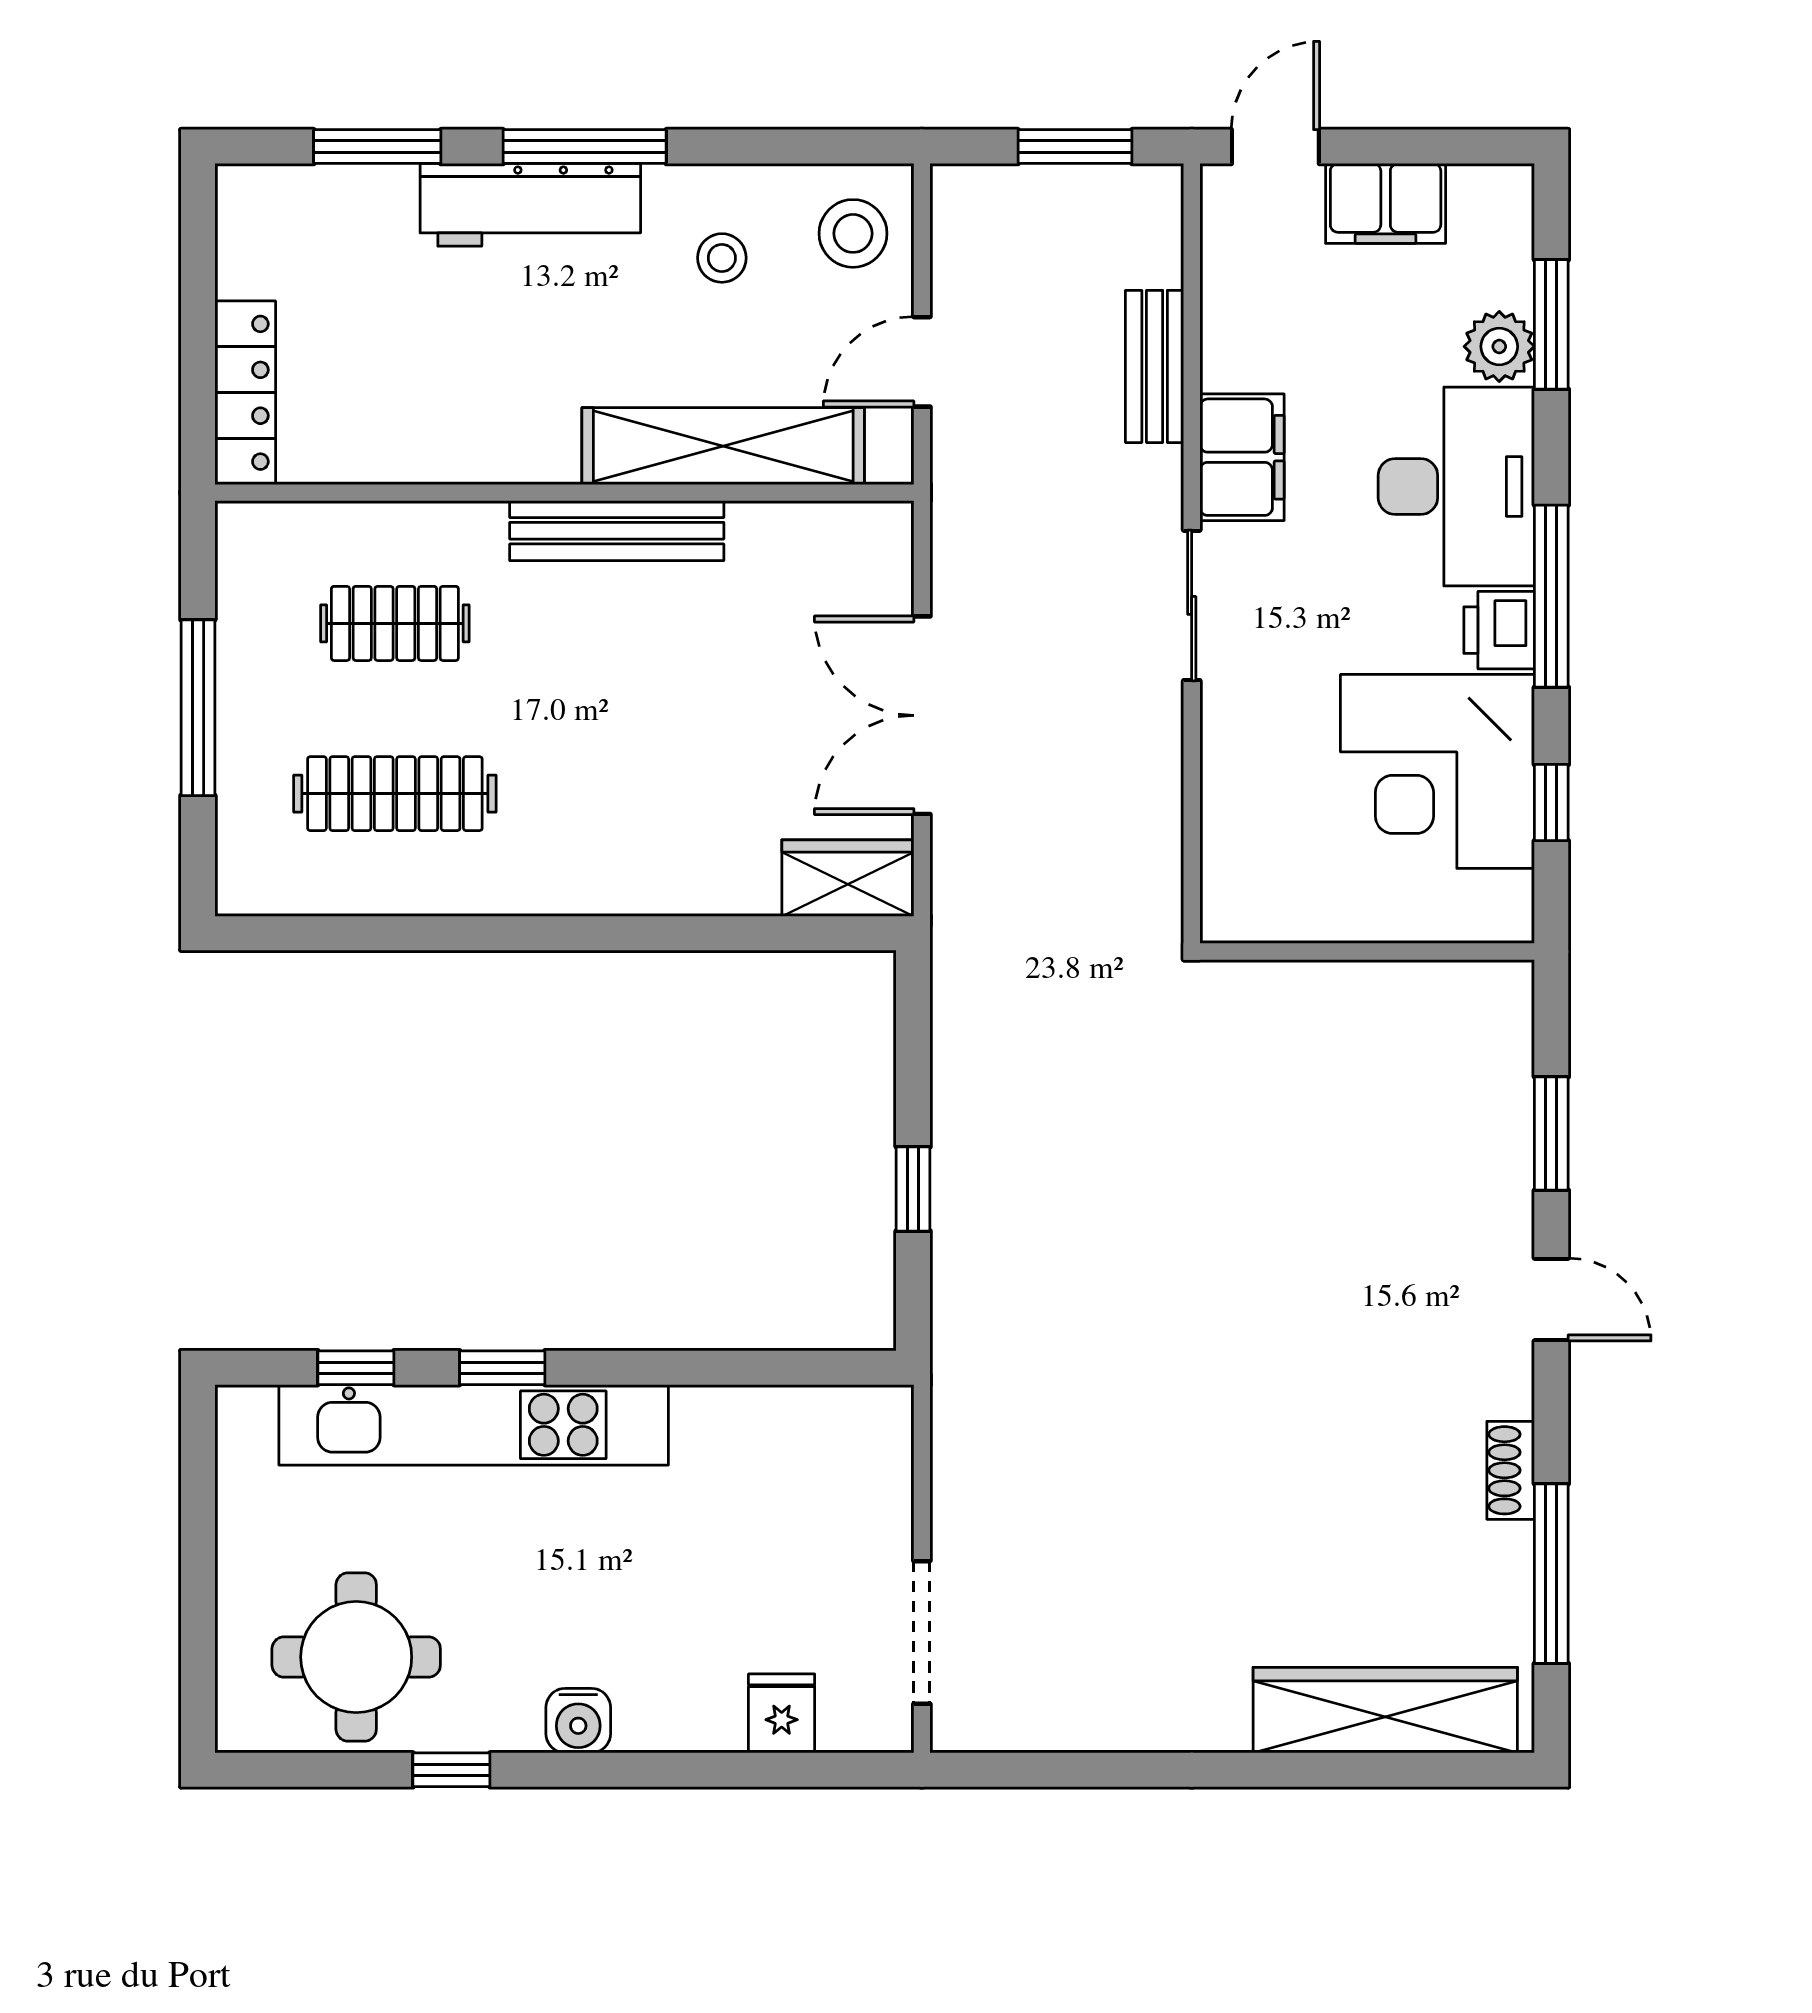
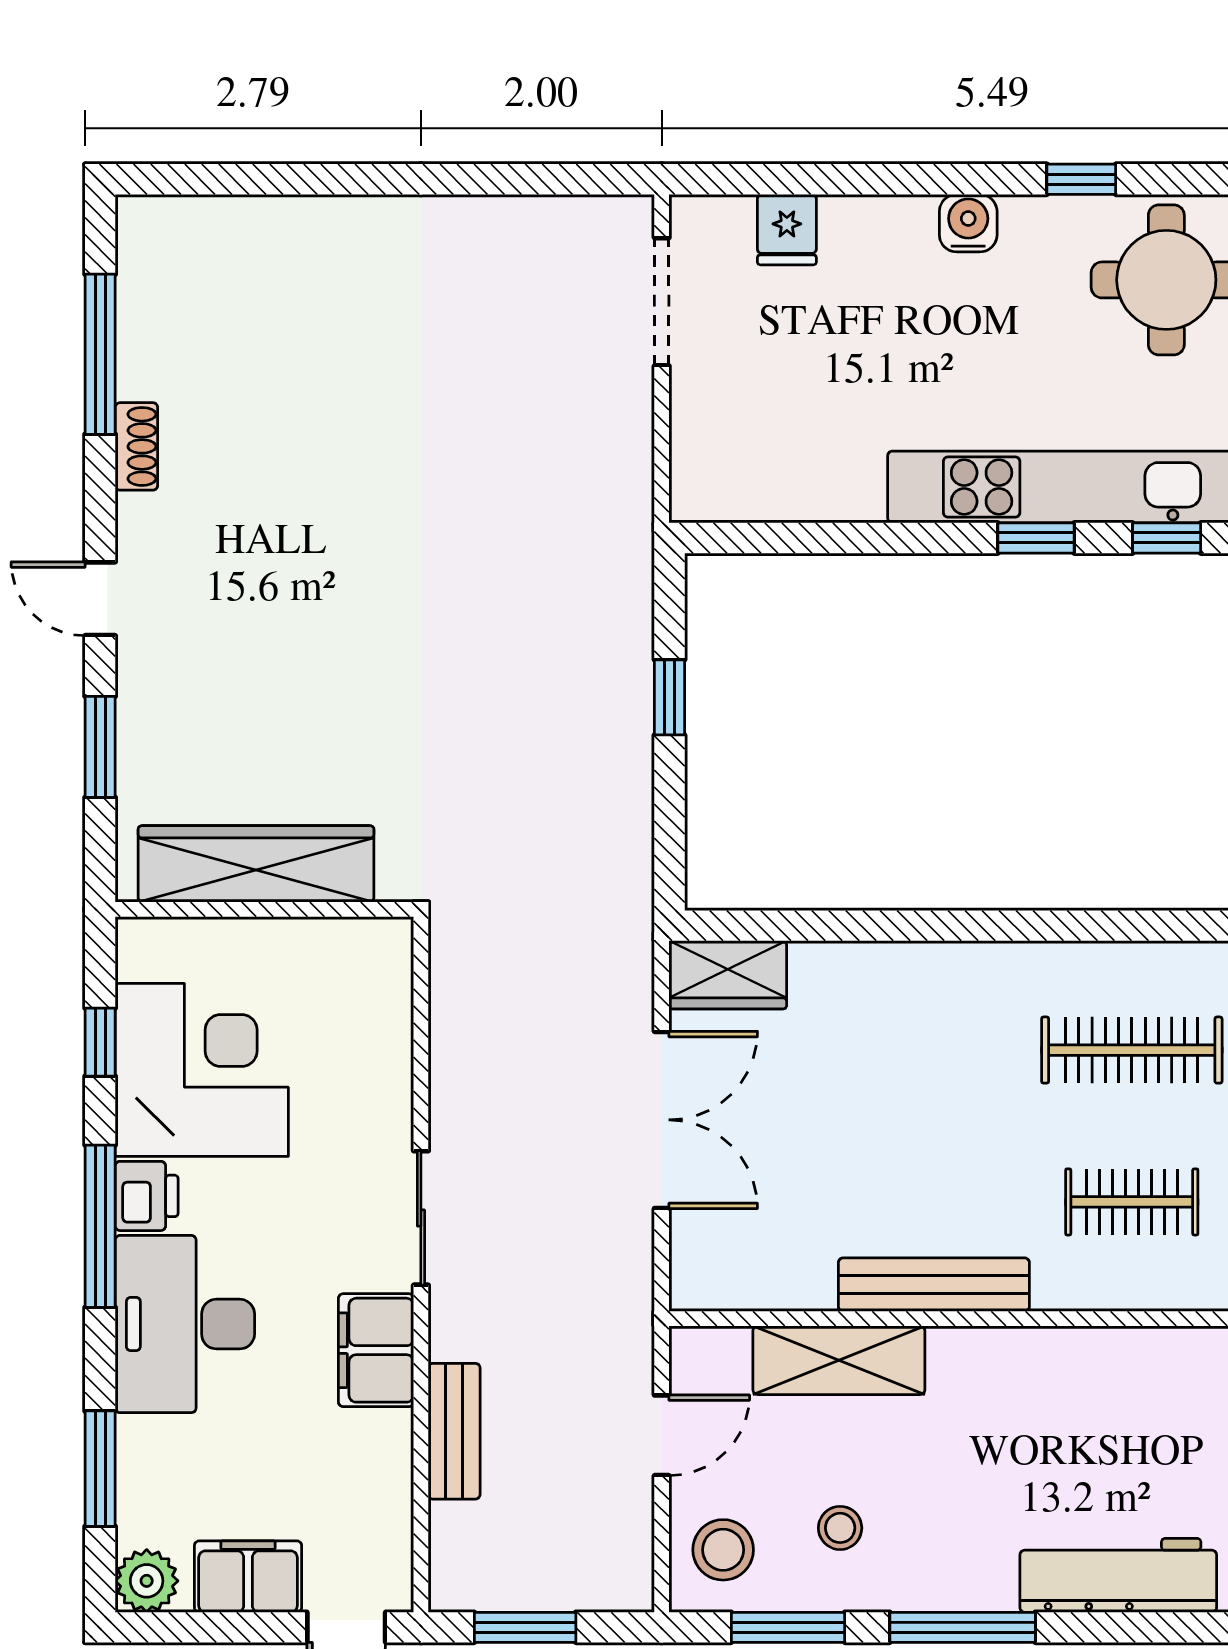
window: (377, 147) -> (788, 1627), moved
workbench: (530, 205) -> (1118, 1575), moved
plant: (1499, 346) -> (147, 1581), moved
shelving: (723, 446) -> (839, 1360), width x0.68
wardrobe: (1385, 1710) -> (256, 864), moved, turned 180

